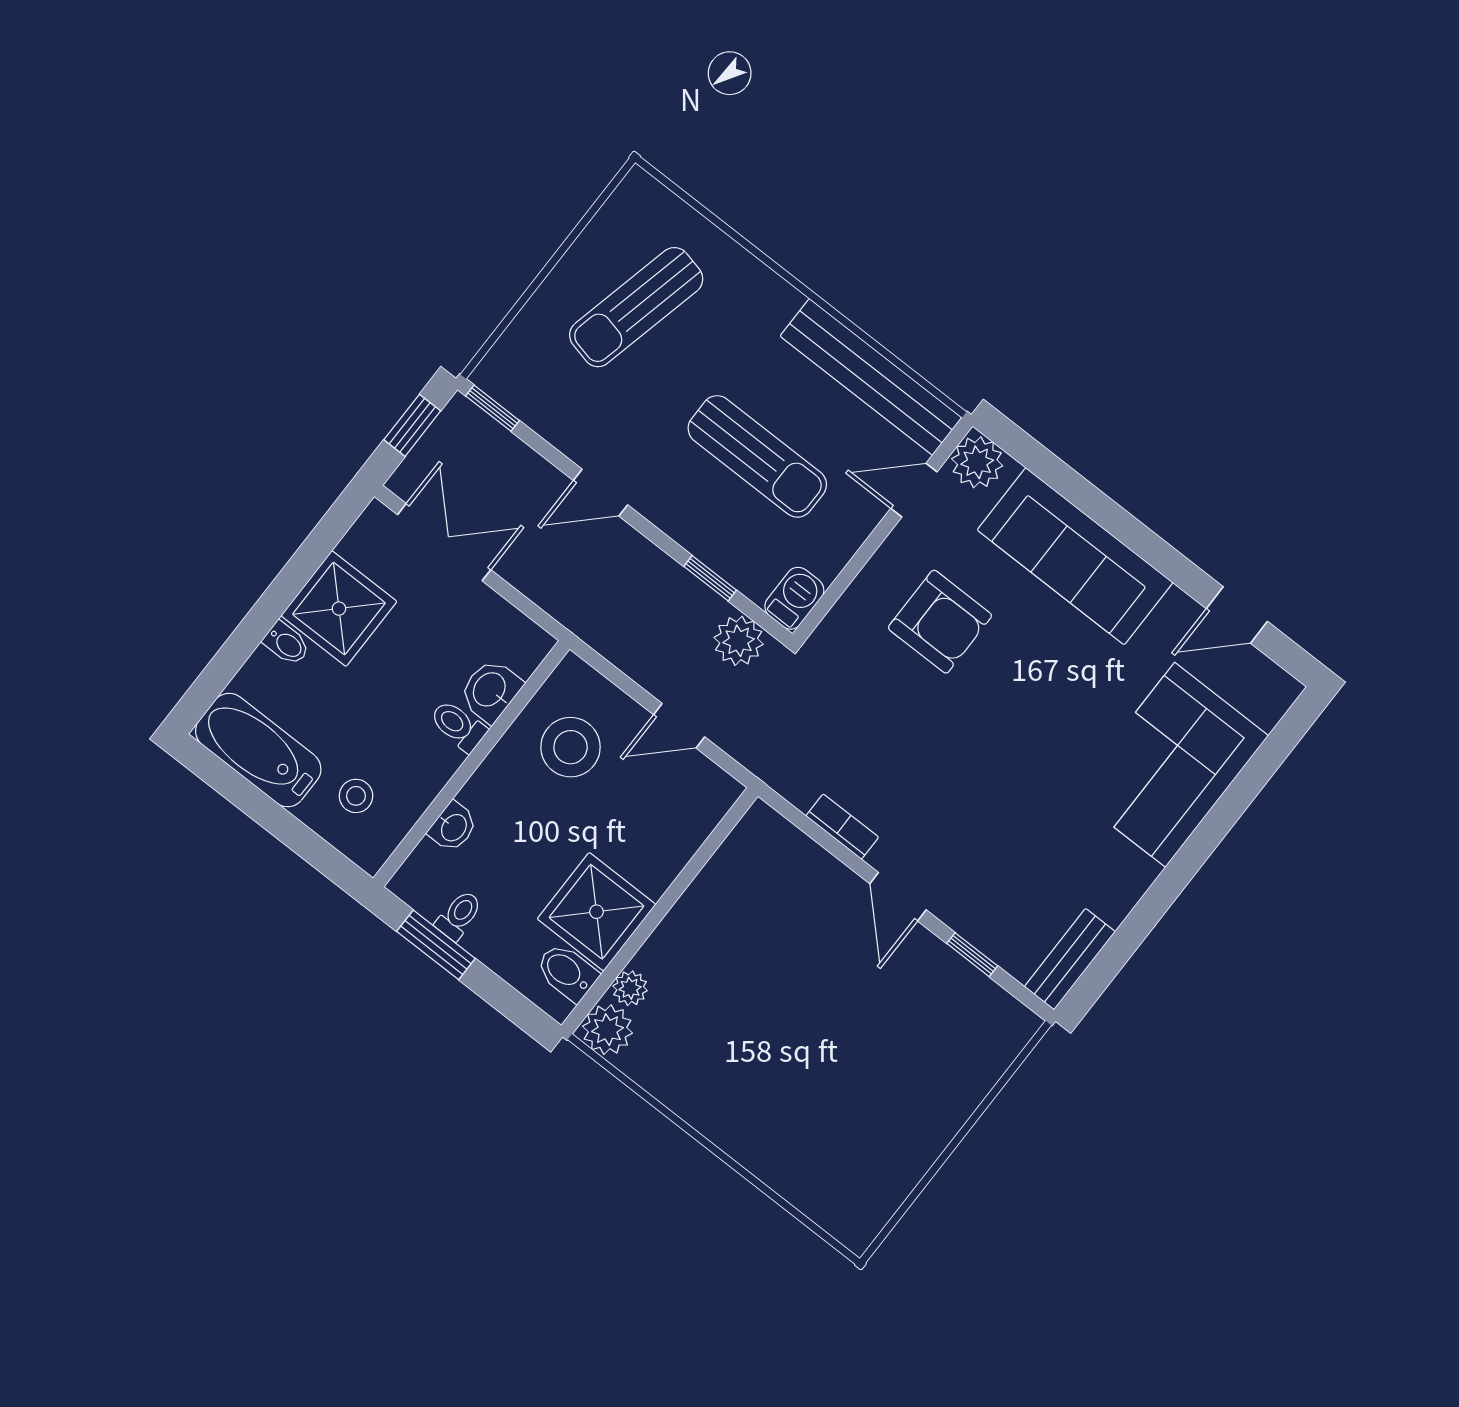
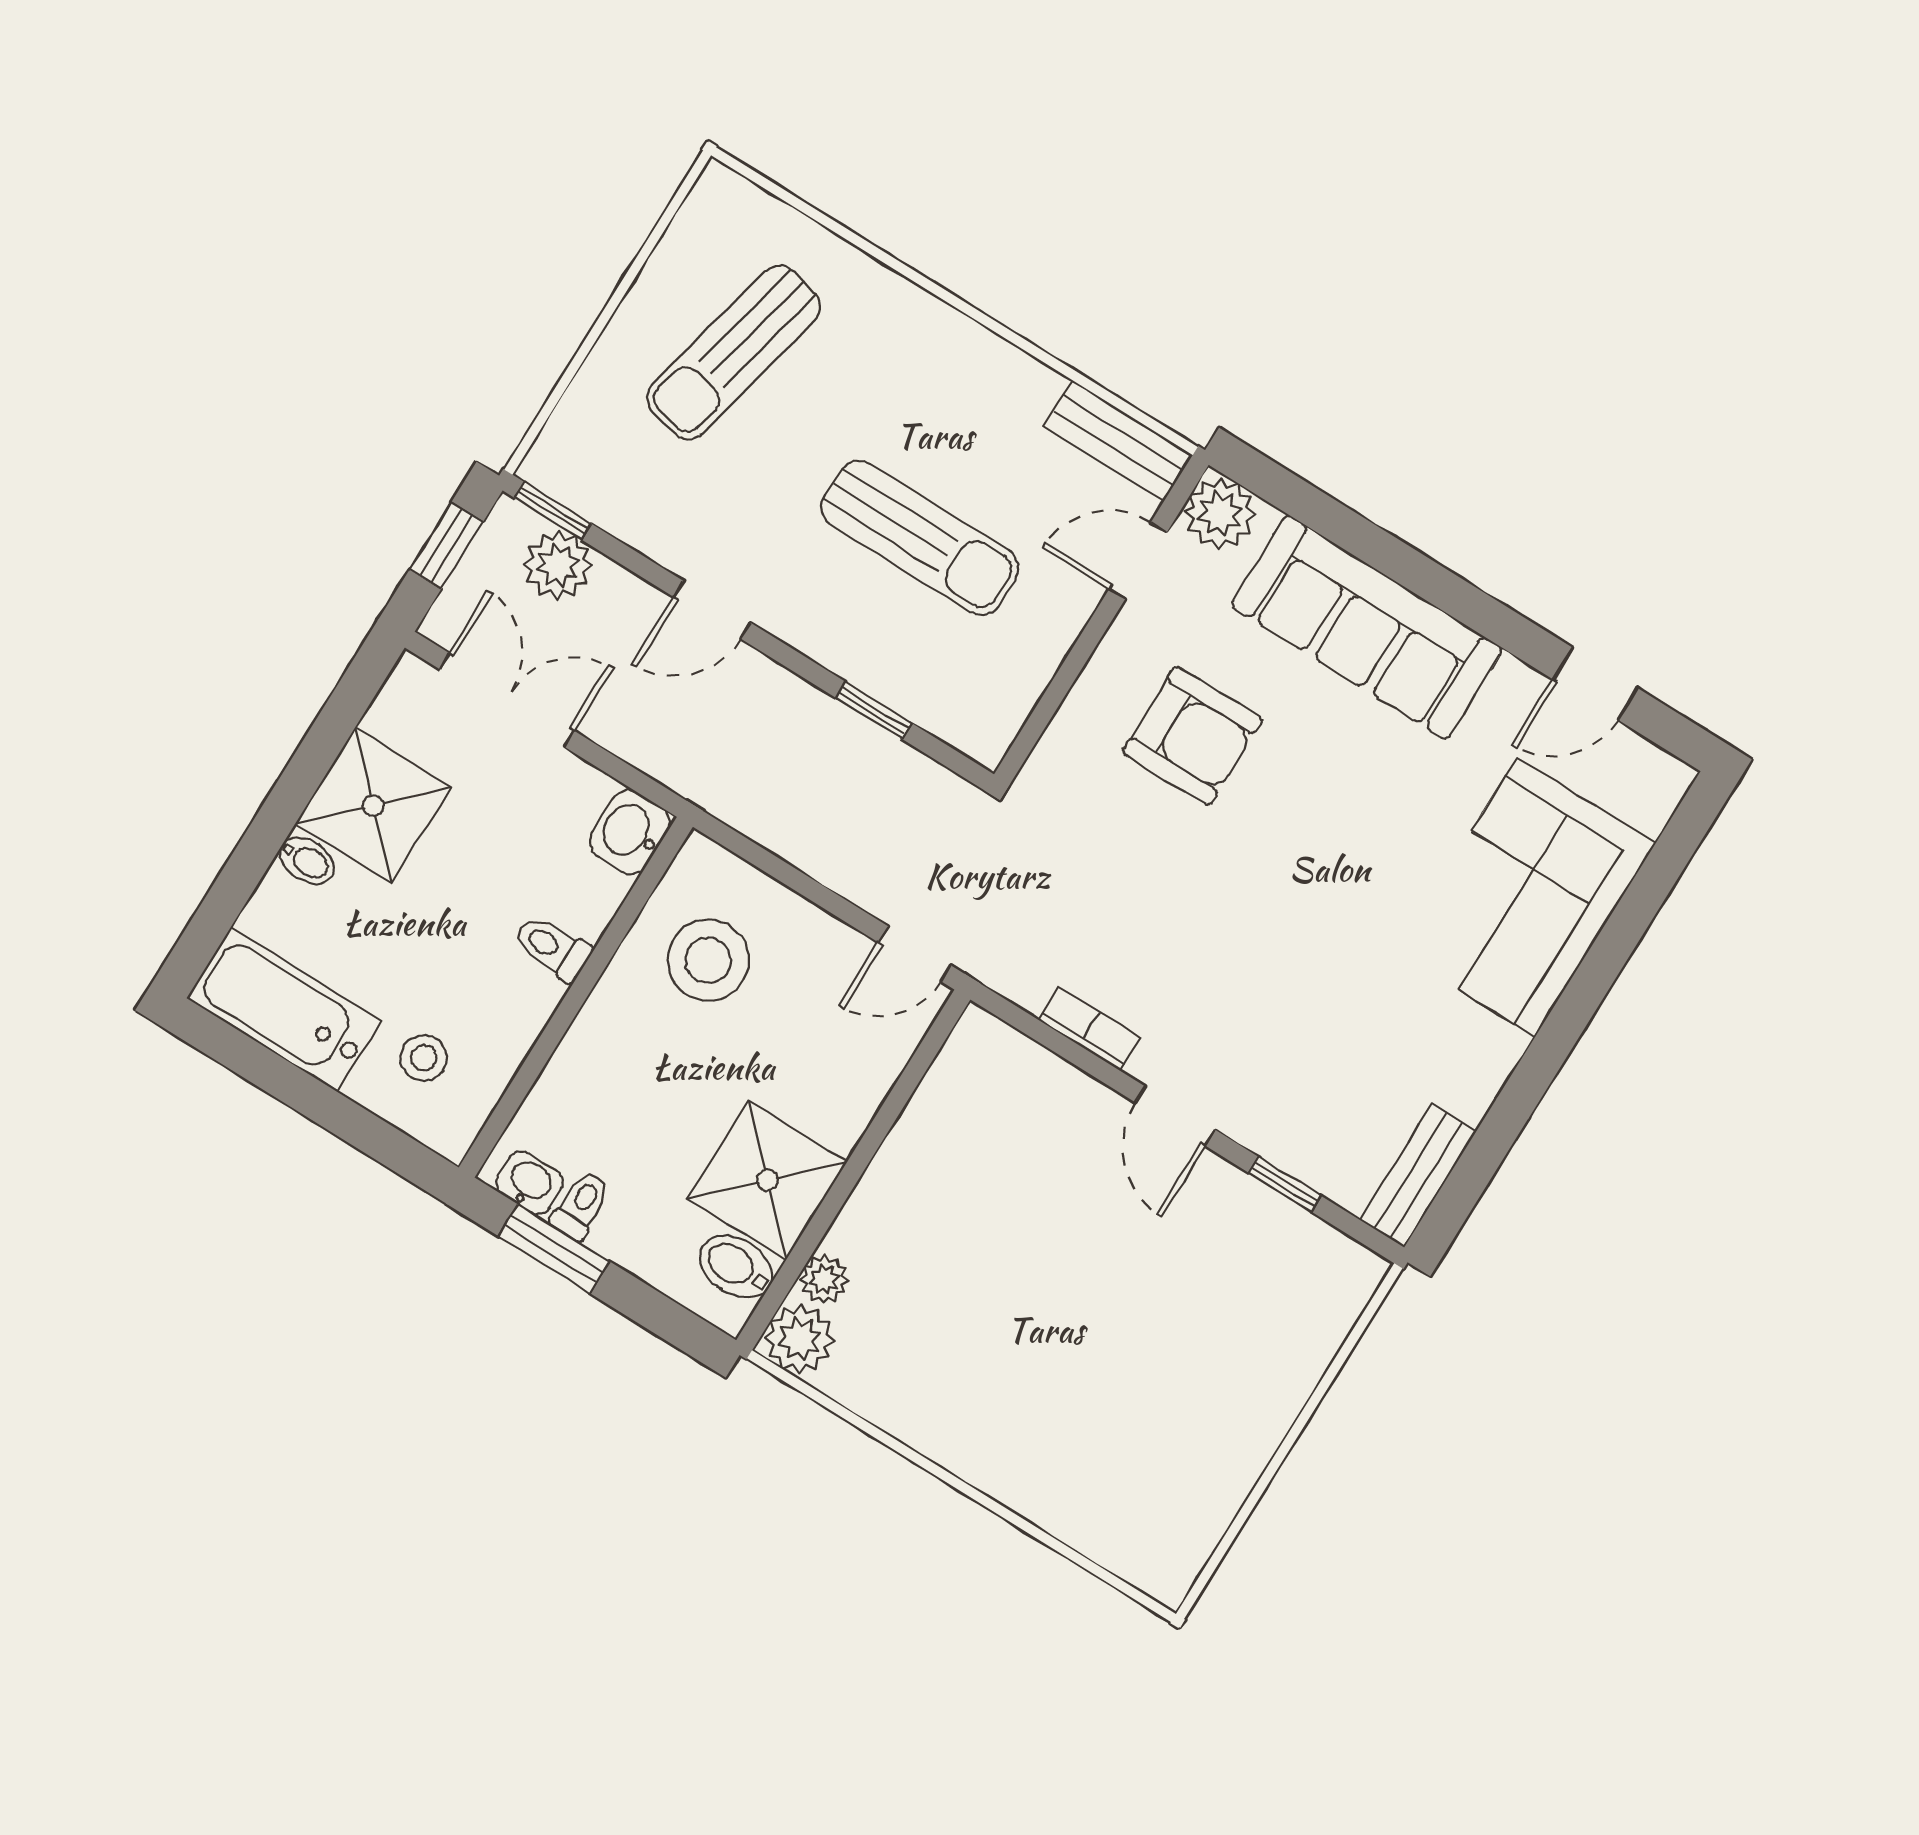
bench: (871, 377) -> (1118, 440), width x0.54, depth x0.82
barbecue: (794, 598) -> (991, 725), removed
plant: (739, 641) -> (558, 565), moved
washbasin: (490, 690) -> (630, 832), moved
door: (679, 726) -> (915, 954), moved
washbasin: (453, 827) -> (529, 1183), moved, turned -90

